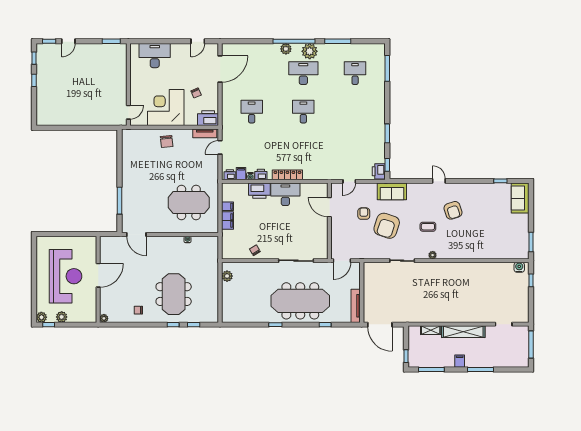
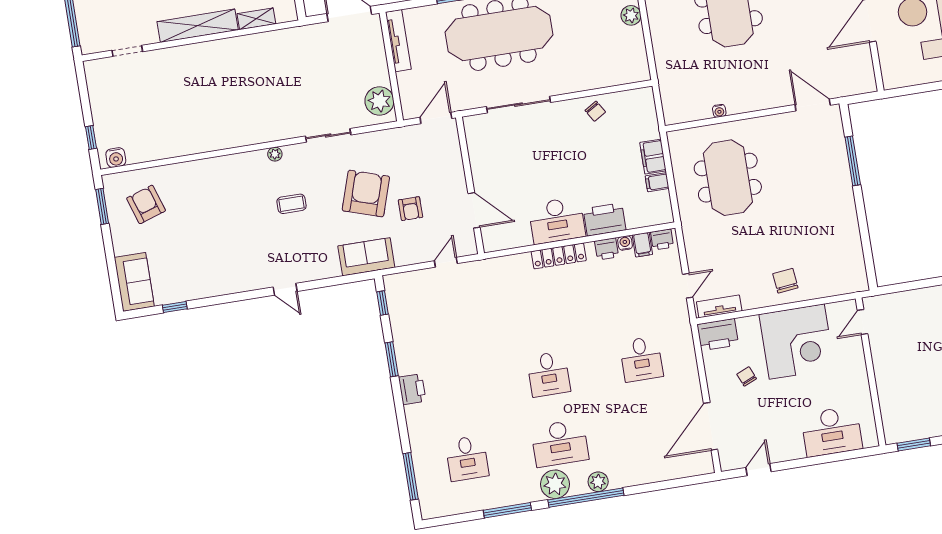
printer: (379, 171) -> (412, 389), moved
meeting table: (189, 203) -> (728, 178), turned 90
armchair: (453, 210) -> (146, 204), moved
plant: (371, 275) -> (379, 101), added
plant: (227, 276) -> (631, 15), moved

